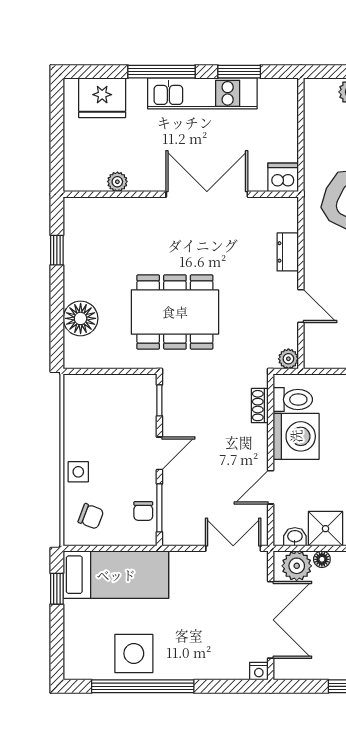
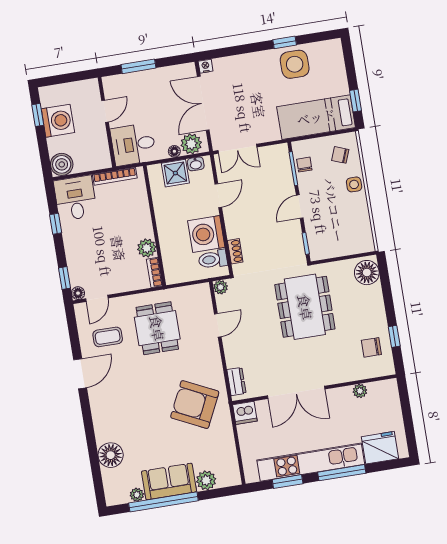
kitchen unit: (202, 93) -> (311, 462), width x1.36
chair: (91, 240) -> (371, 347), added
dresser: (288, 252) -> (236, 381), moved
door: (301, 306) -> (218, 325), swing flipped
dining table: (175, 312) -> (305, 307), turned 90
floor lamp: (81, 318) -> (367, 273), moved
window: (143, 686) -> (285, 42), width x0.32

